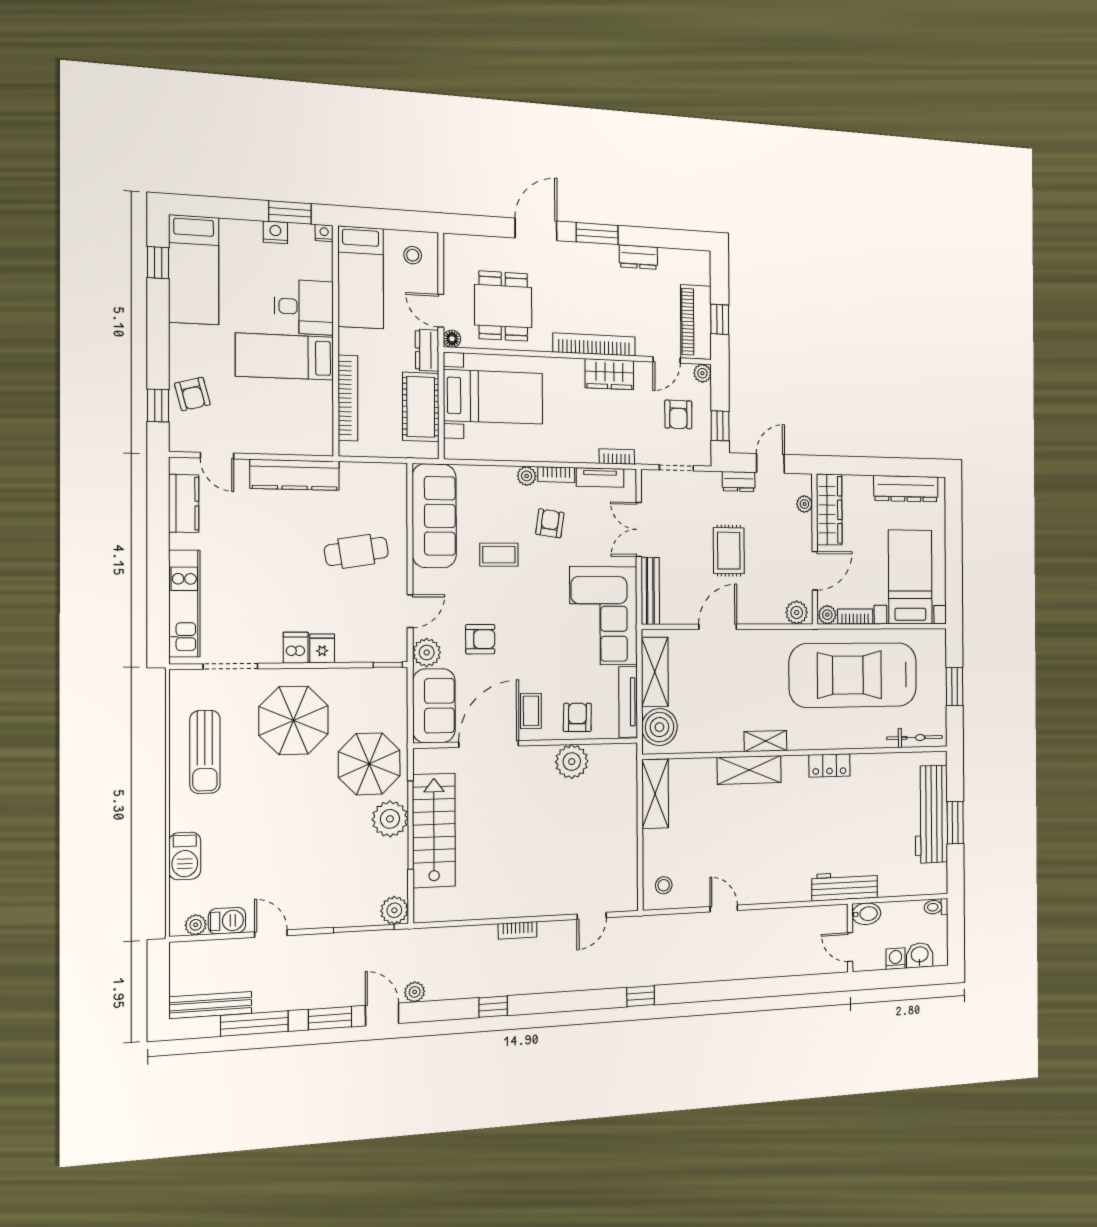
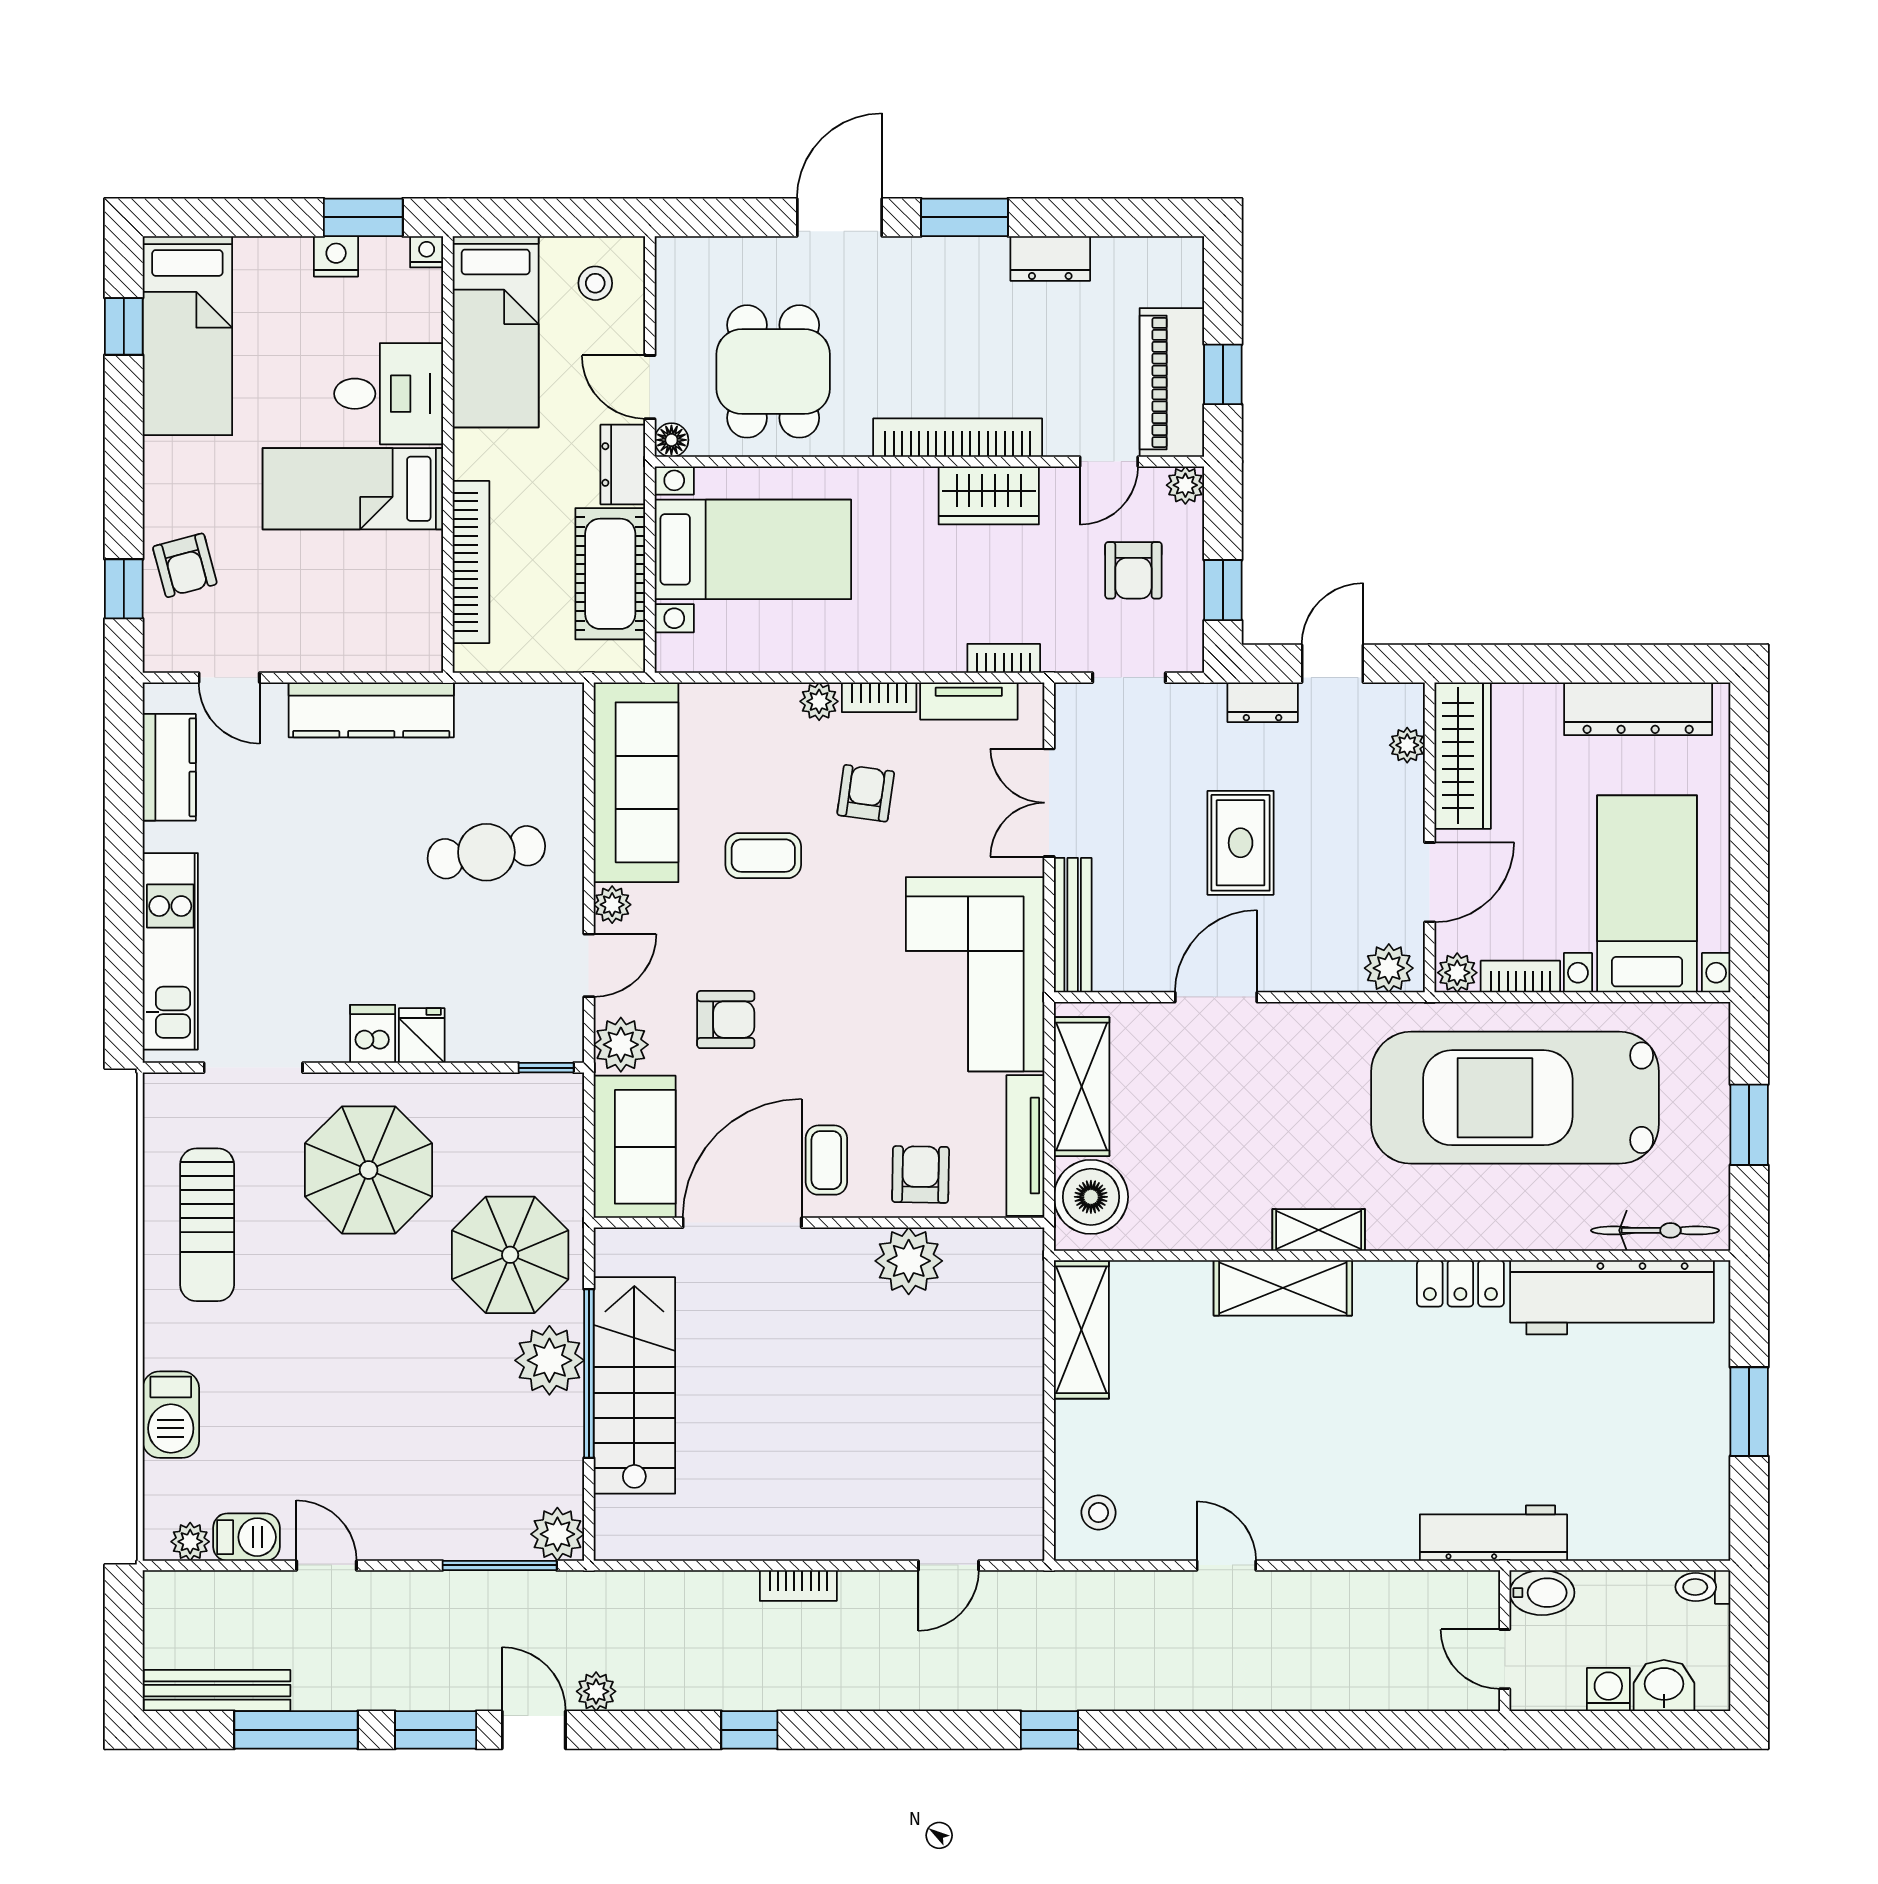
plant: (422, 579) -> (612, 905), added
workbench: (931, 814) -> (1612, 1297), moved, turned -90

